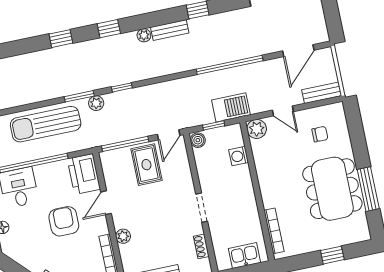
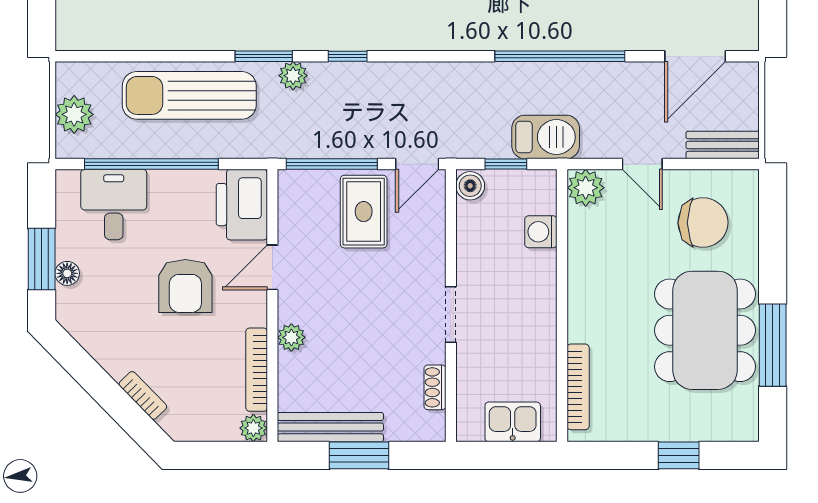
chair: (320, 134) -> (703, 223), width x1.87, depth x1.87
armchair: (64, 221) -> (185, 286), turned 180

